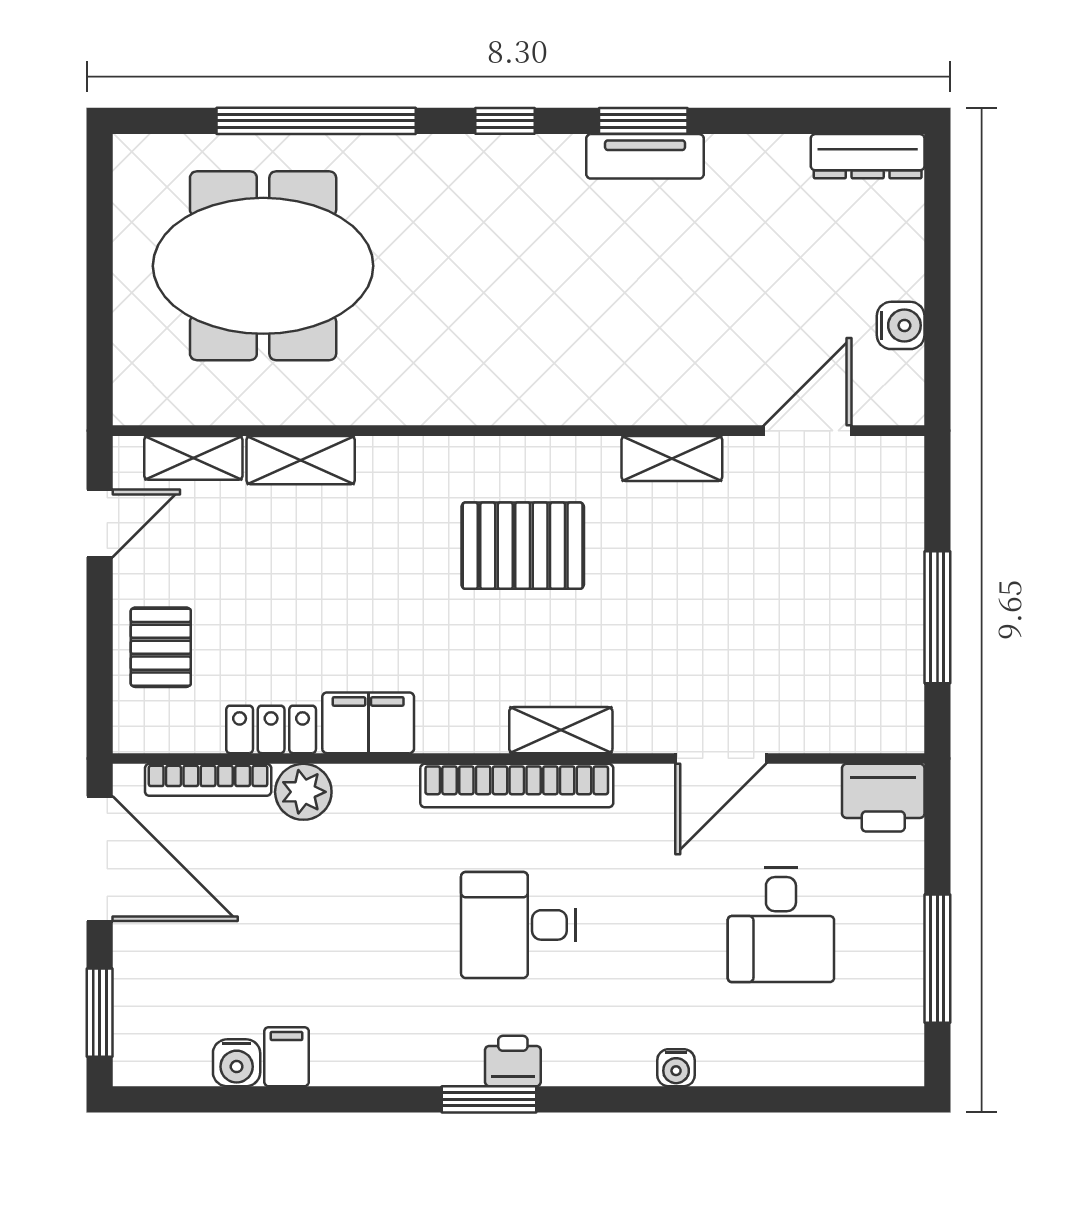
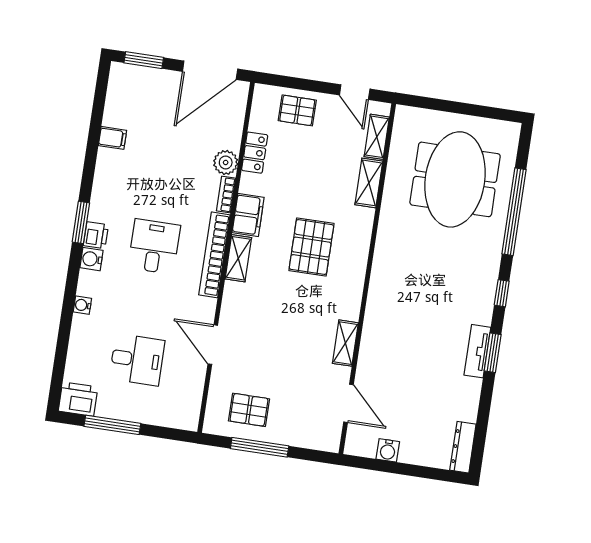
pallet: (523, 546) -> (311, 247), moved
pallet: (856, 654) -> (249, 410), added
filing cabinet: (368, 723) -> (248, 215), moved
shelving: (561, 730) -> (238, 258), moved
bookcase: (208, 780) -> (226, 195), moved, width x0.64
printer: (883, 798) -> (78, 399), moved, turned 90
desk: (781, 925) -> (137, 360), turned 180
water cooler: (237, 1063) -> (92, 259), moved

